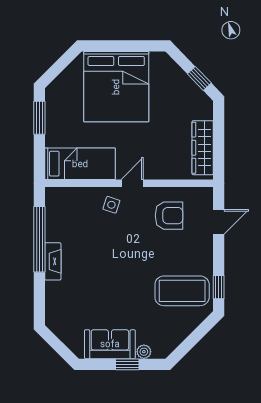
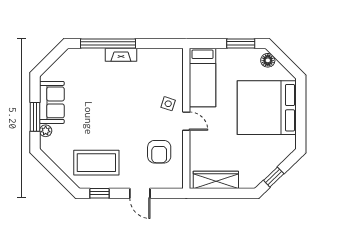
floor lamp: (59, 85) -> (268, 60), added
door: (219, 222) -> (140, 193), moved
window: (39, 239) -> (108, 44), moved
coffee table: (182, 291) -> (96, 163), turned 90
window: (127, 364) -> (35, 117), width x1.50

